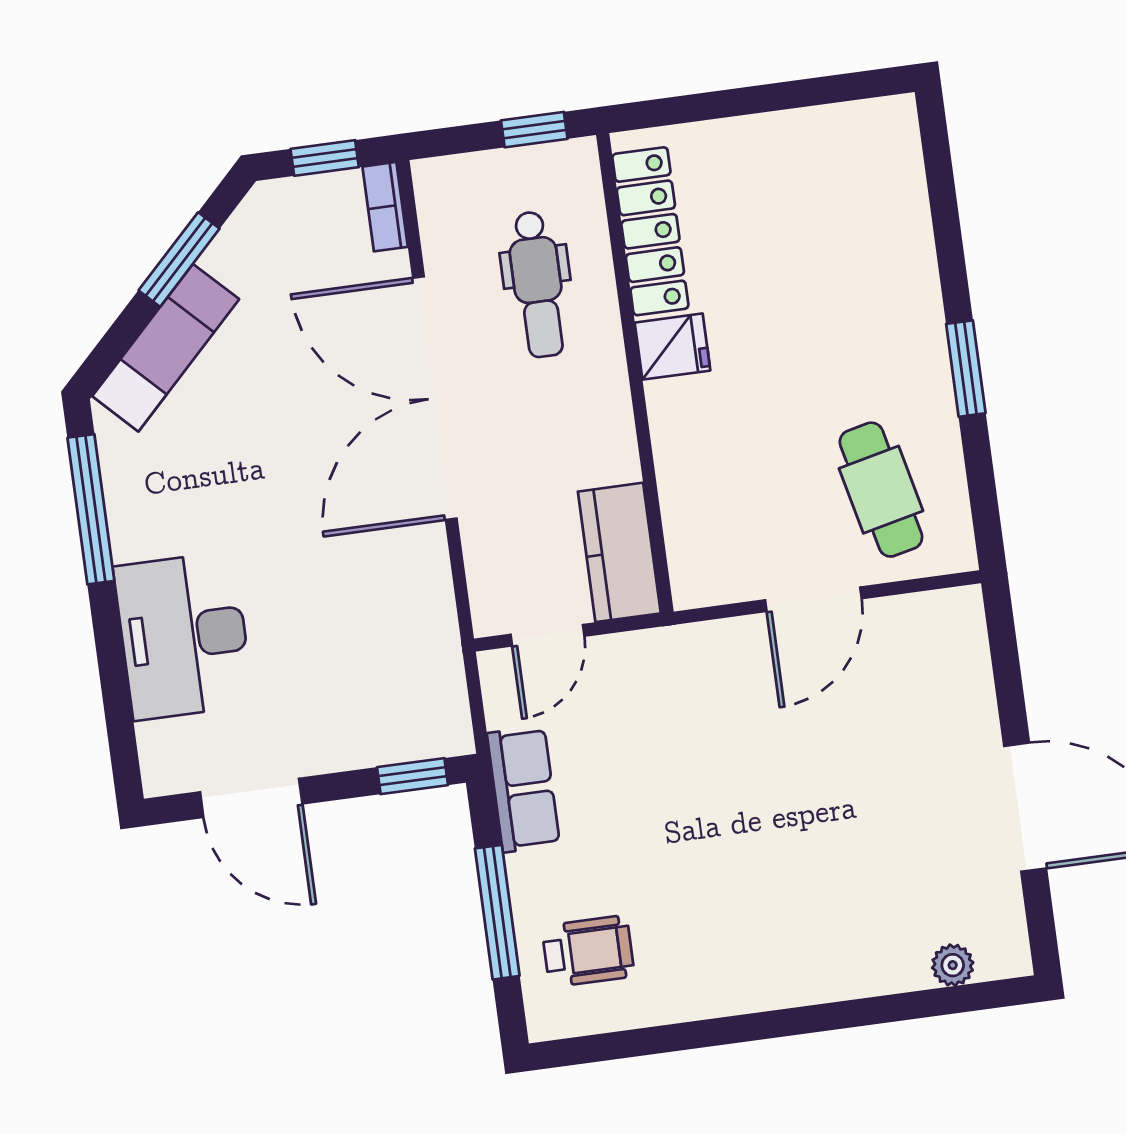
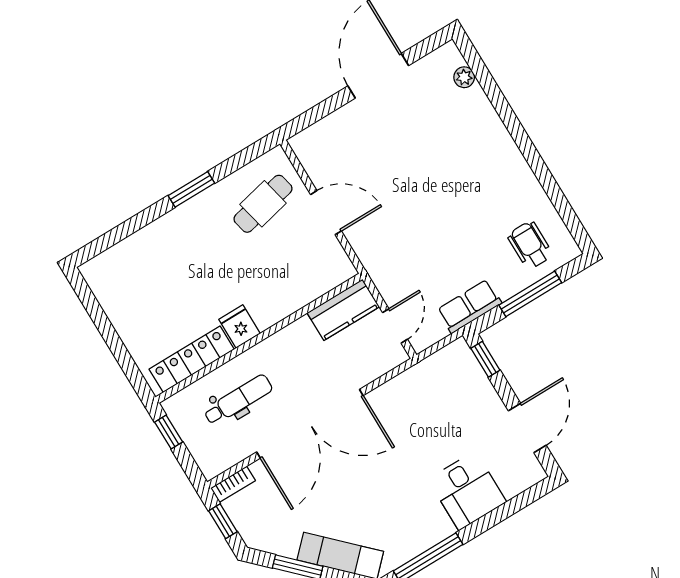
door: (547, 635) -> (395, 326), hinge flipped
desk: (184, 636) -> (467, 491), width x0.73

